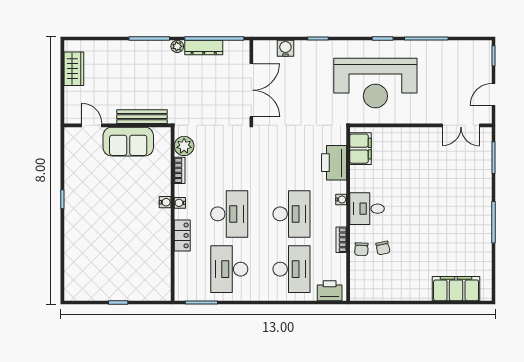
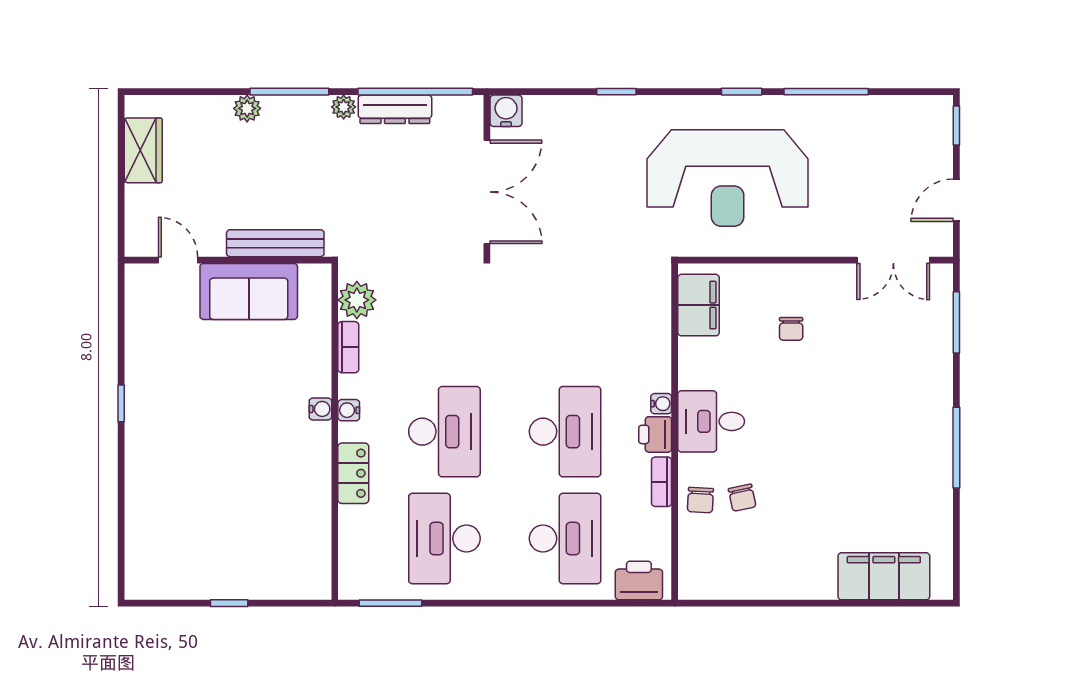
plant: (127, 47) -> (247, 108), added
water cooler: (285, 48) -> (506, 111), moved
chair: (408, 161) -> (791, 329), added
printer: (334, 163) -> (655, 434), moved, width x0.53, depth x0.68

